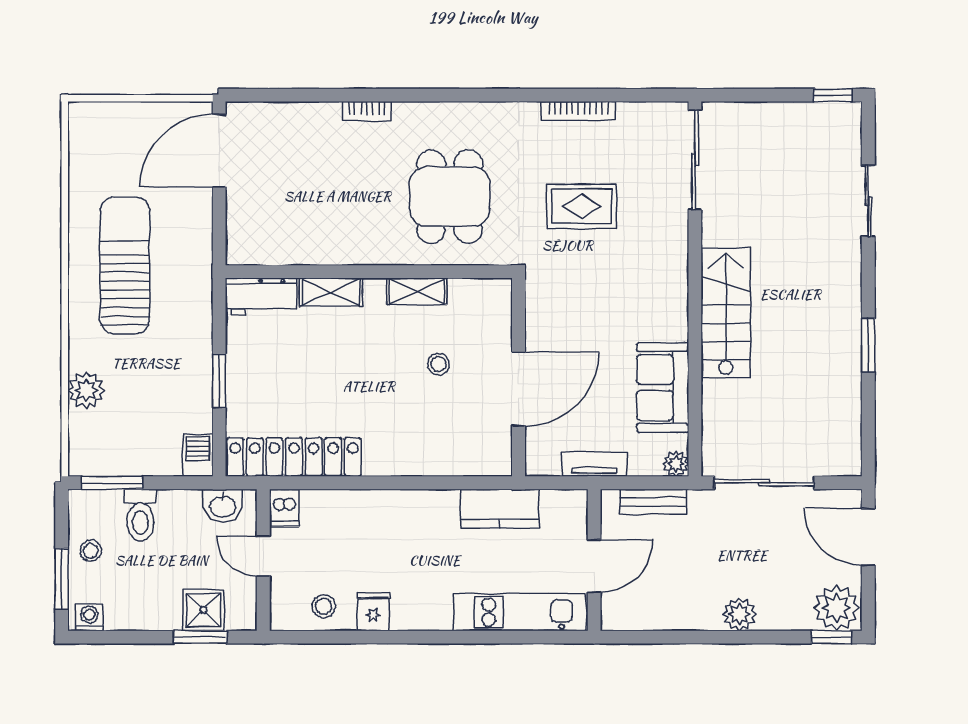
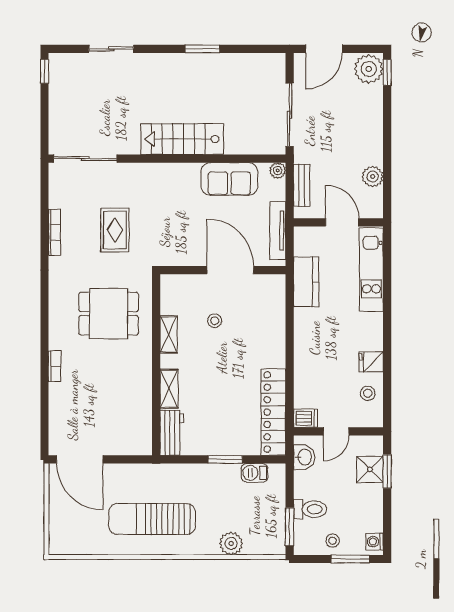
barbecue: (198, 455) -> (254, 473), moved
tv unit: (595, 464) -> (278, 230), width x1.41
plant: (739, 614) -> (373, 177), moved

